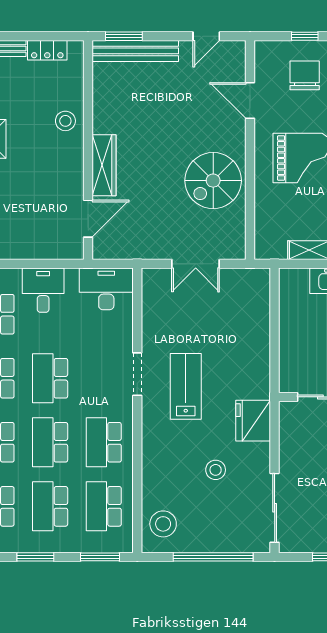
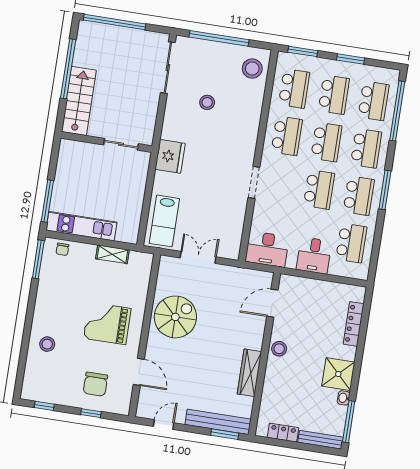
stool: (65, 121) -> (279, 349), moved
wardrobe: (104, 165) -> (249, 373), moved
lab bench: (186, 386) -> (164, 221), moved
fridge: (253, 421) -> (170, 156), moved

